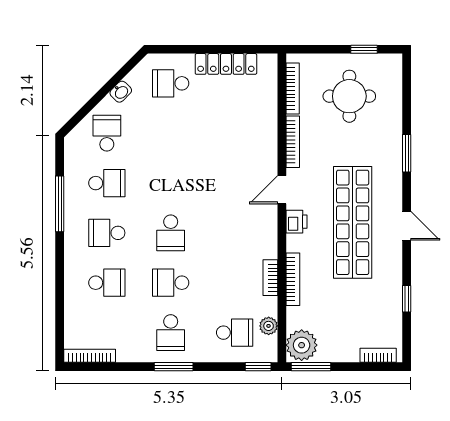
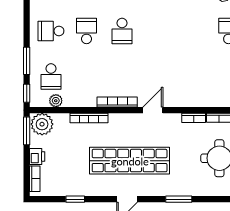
bookcase: (293, 142) -> (194, 118), width x0.64
door: (282, 190) -> (153, 110), hinge flipped
printer: (296, 222) -> (37, 157), moved, turned -90
school desk: (171, 233) -> (122, 31), turned -90
bookcase: (270, 278) -> (117, 102), moved, width x1.56
window: (174, 367) -> (27, 61), moved

